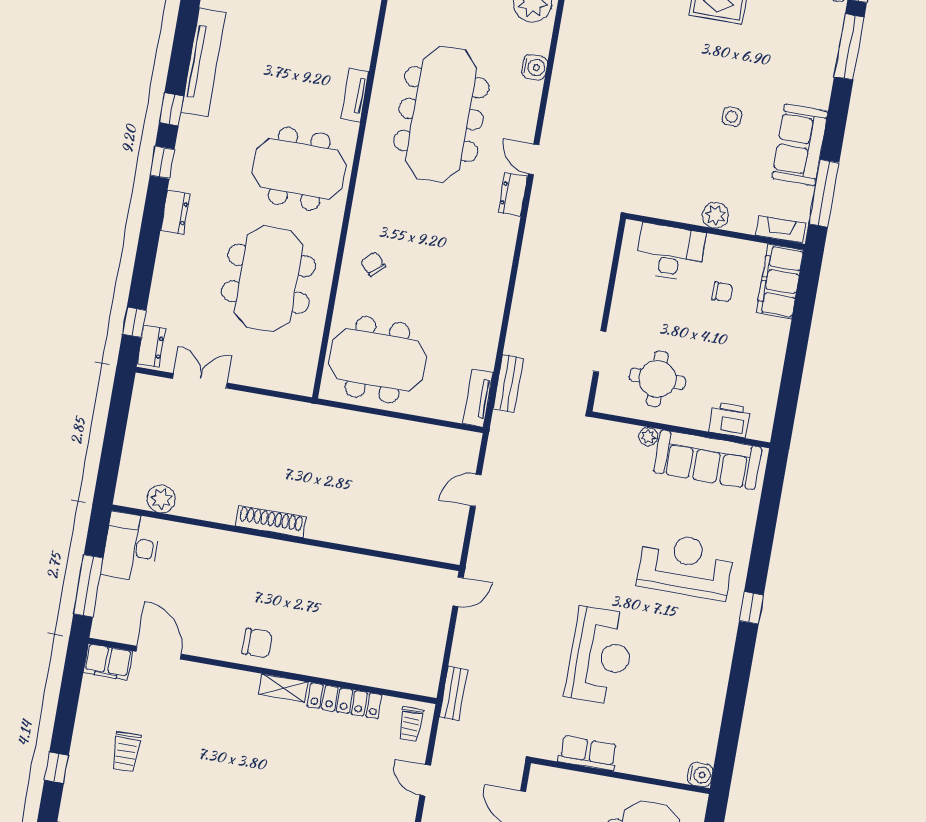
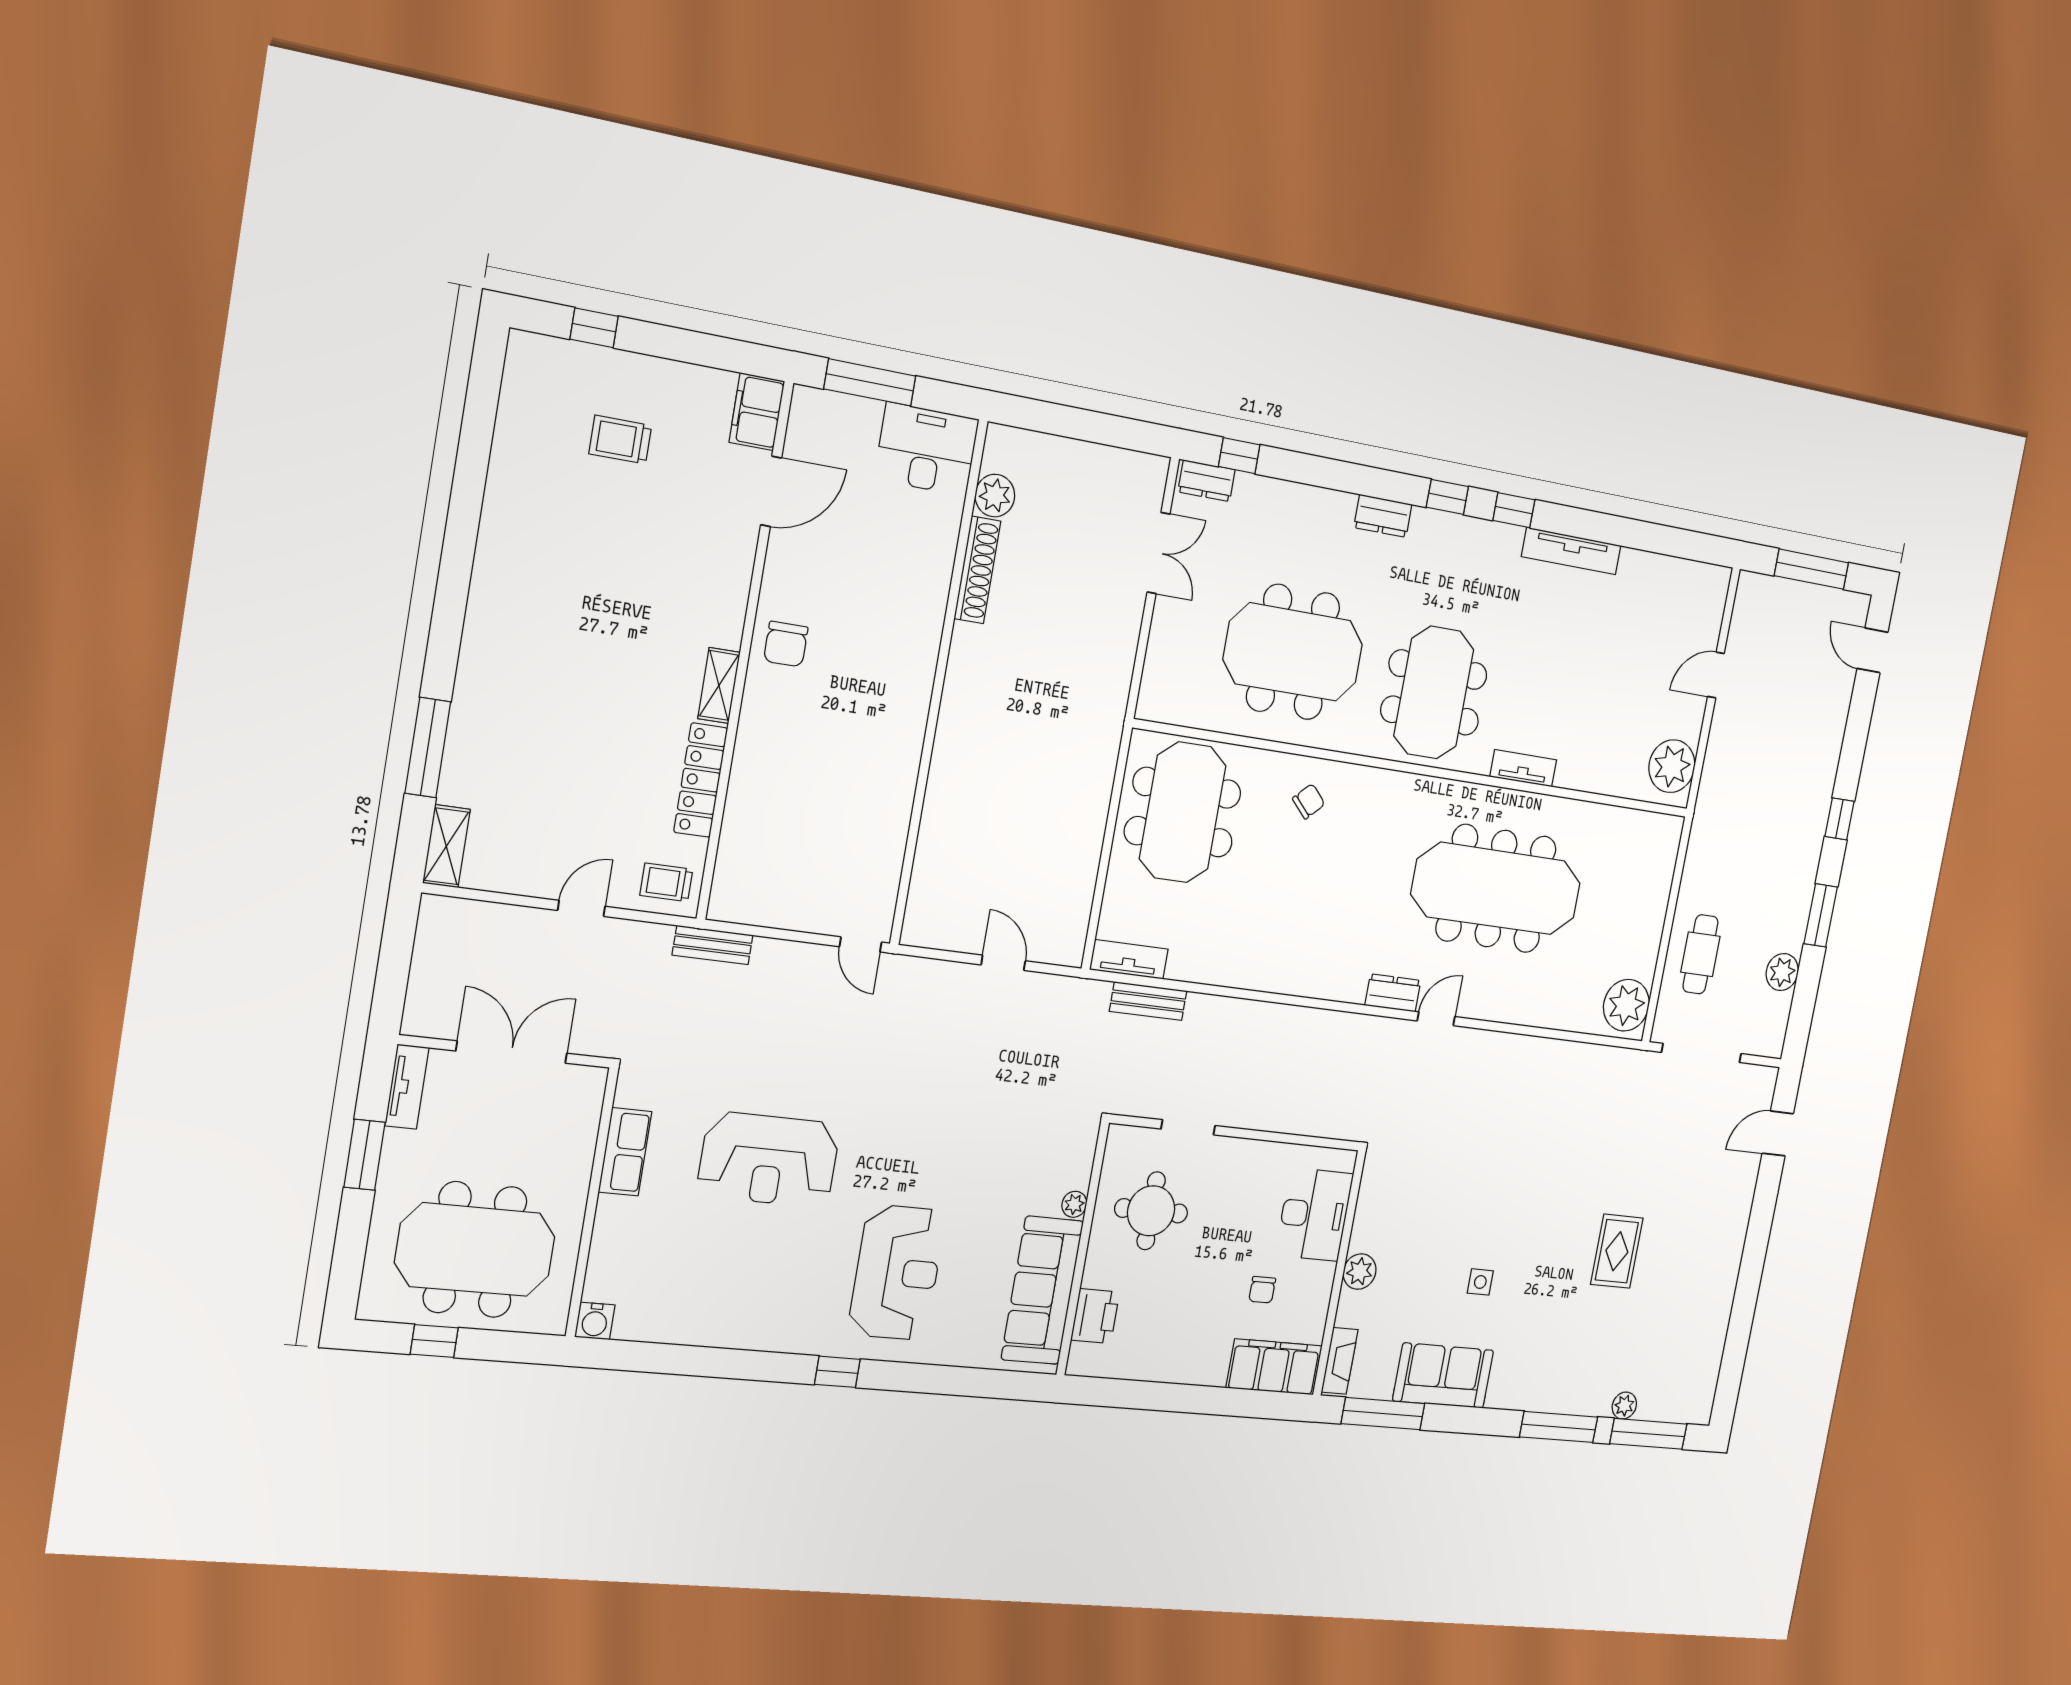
tv unit: (203, 63) -> (1571, 551), width x0.73, depth x0.78
water cooler: (534, 67) -> (1549, 1013), removed
shoe rack: (271, 521) -> (977, 570), moved

